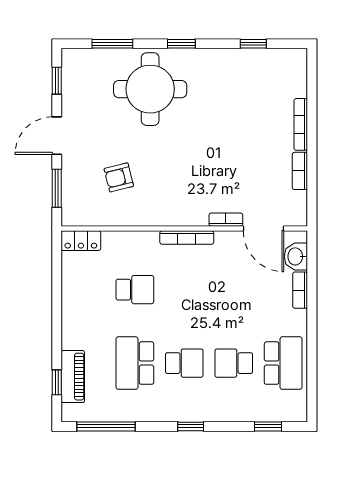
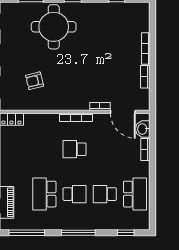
school desk: (135, 290) -> (75, 149), moved, turned 180
window: (191, 426) -> (78, 233), width x2.17

